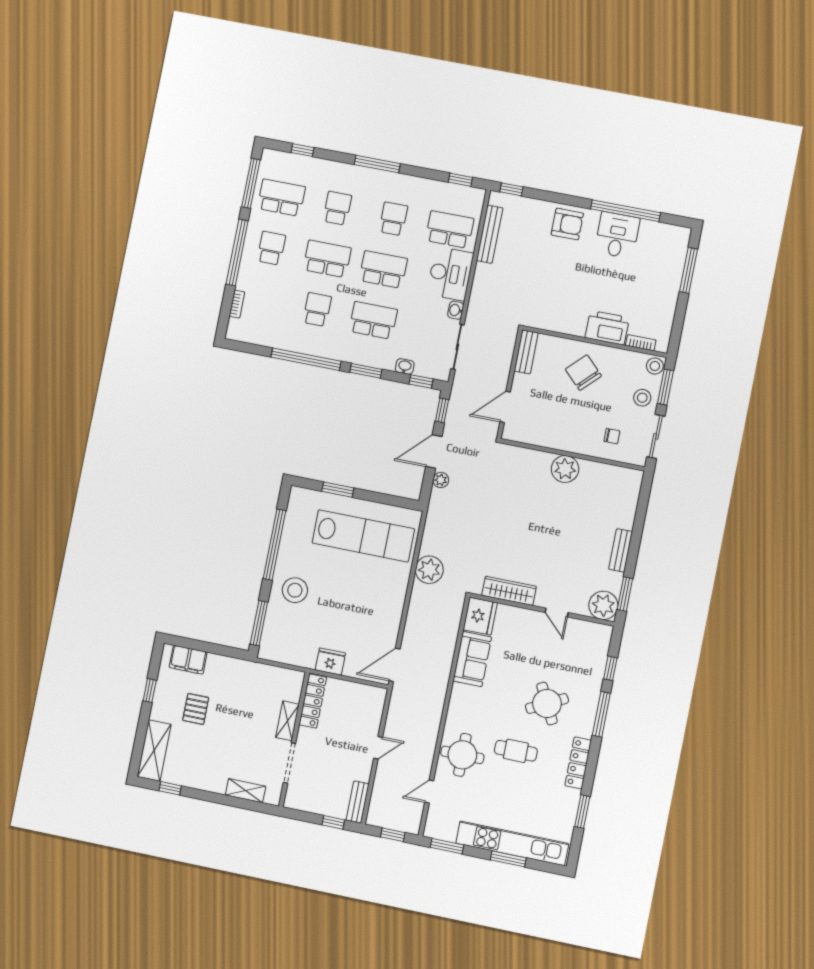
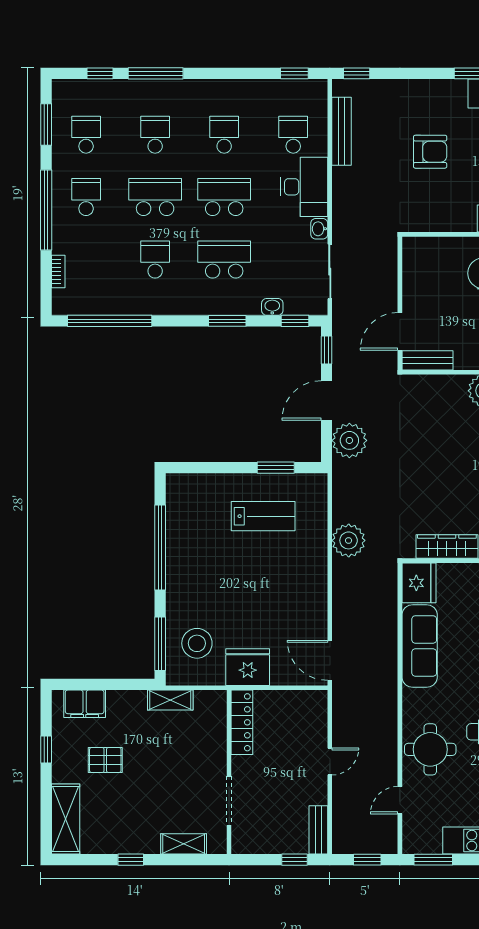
window: (377, 164) -> (156, 73), moved
window: (251, 183) -> (46, 125), width x0.69
school desk: (281, 198) -> (86, 135), width x0.54
armchair: (567, 224) -> (430, 152), moved
school desk: (450, 229) -> (293, 135), width x0.54
bench: (526, 352) -> (428, 360), moved, turned 90
window: (306, 359) -> (110, 321), moved
plant: (441, 480) -> (349, 440), width x1.87, depth x1.87
window: (338, 490) -> (276, 468), moved
lab bench: (363, 536) -> (263, 516), width x0.54, depth x0.72
stool: (295, 590) -> (197, 643), moved
sofa: (472, 659) -> (420, 646), width x1.36
fridge: (330, 662) -> (248, 667), width x1.36, depth x1.34
door: (394, 665) -> (330, 660), hinge flipped
pallet: (196, 709) -> (105, 760), turned 90
shelving: (287, 721) -> (170, 700), moved, turned 90
window: (170, 788) -> (131, 860), moved

